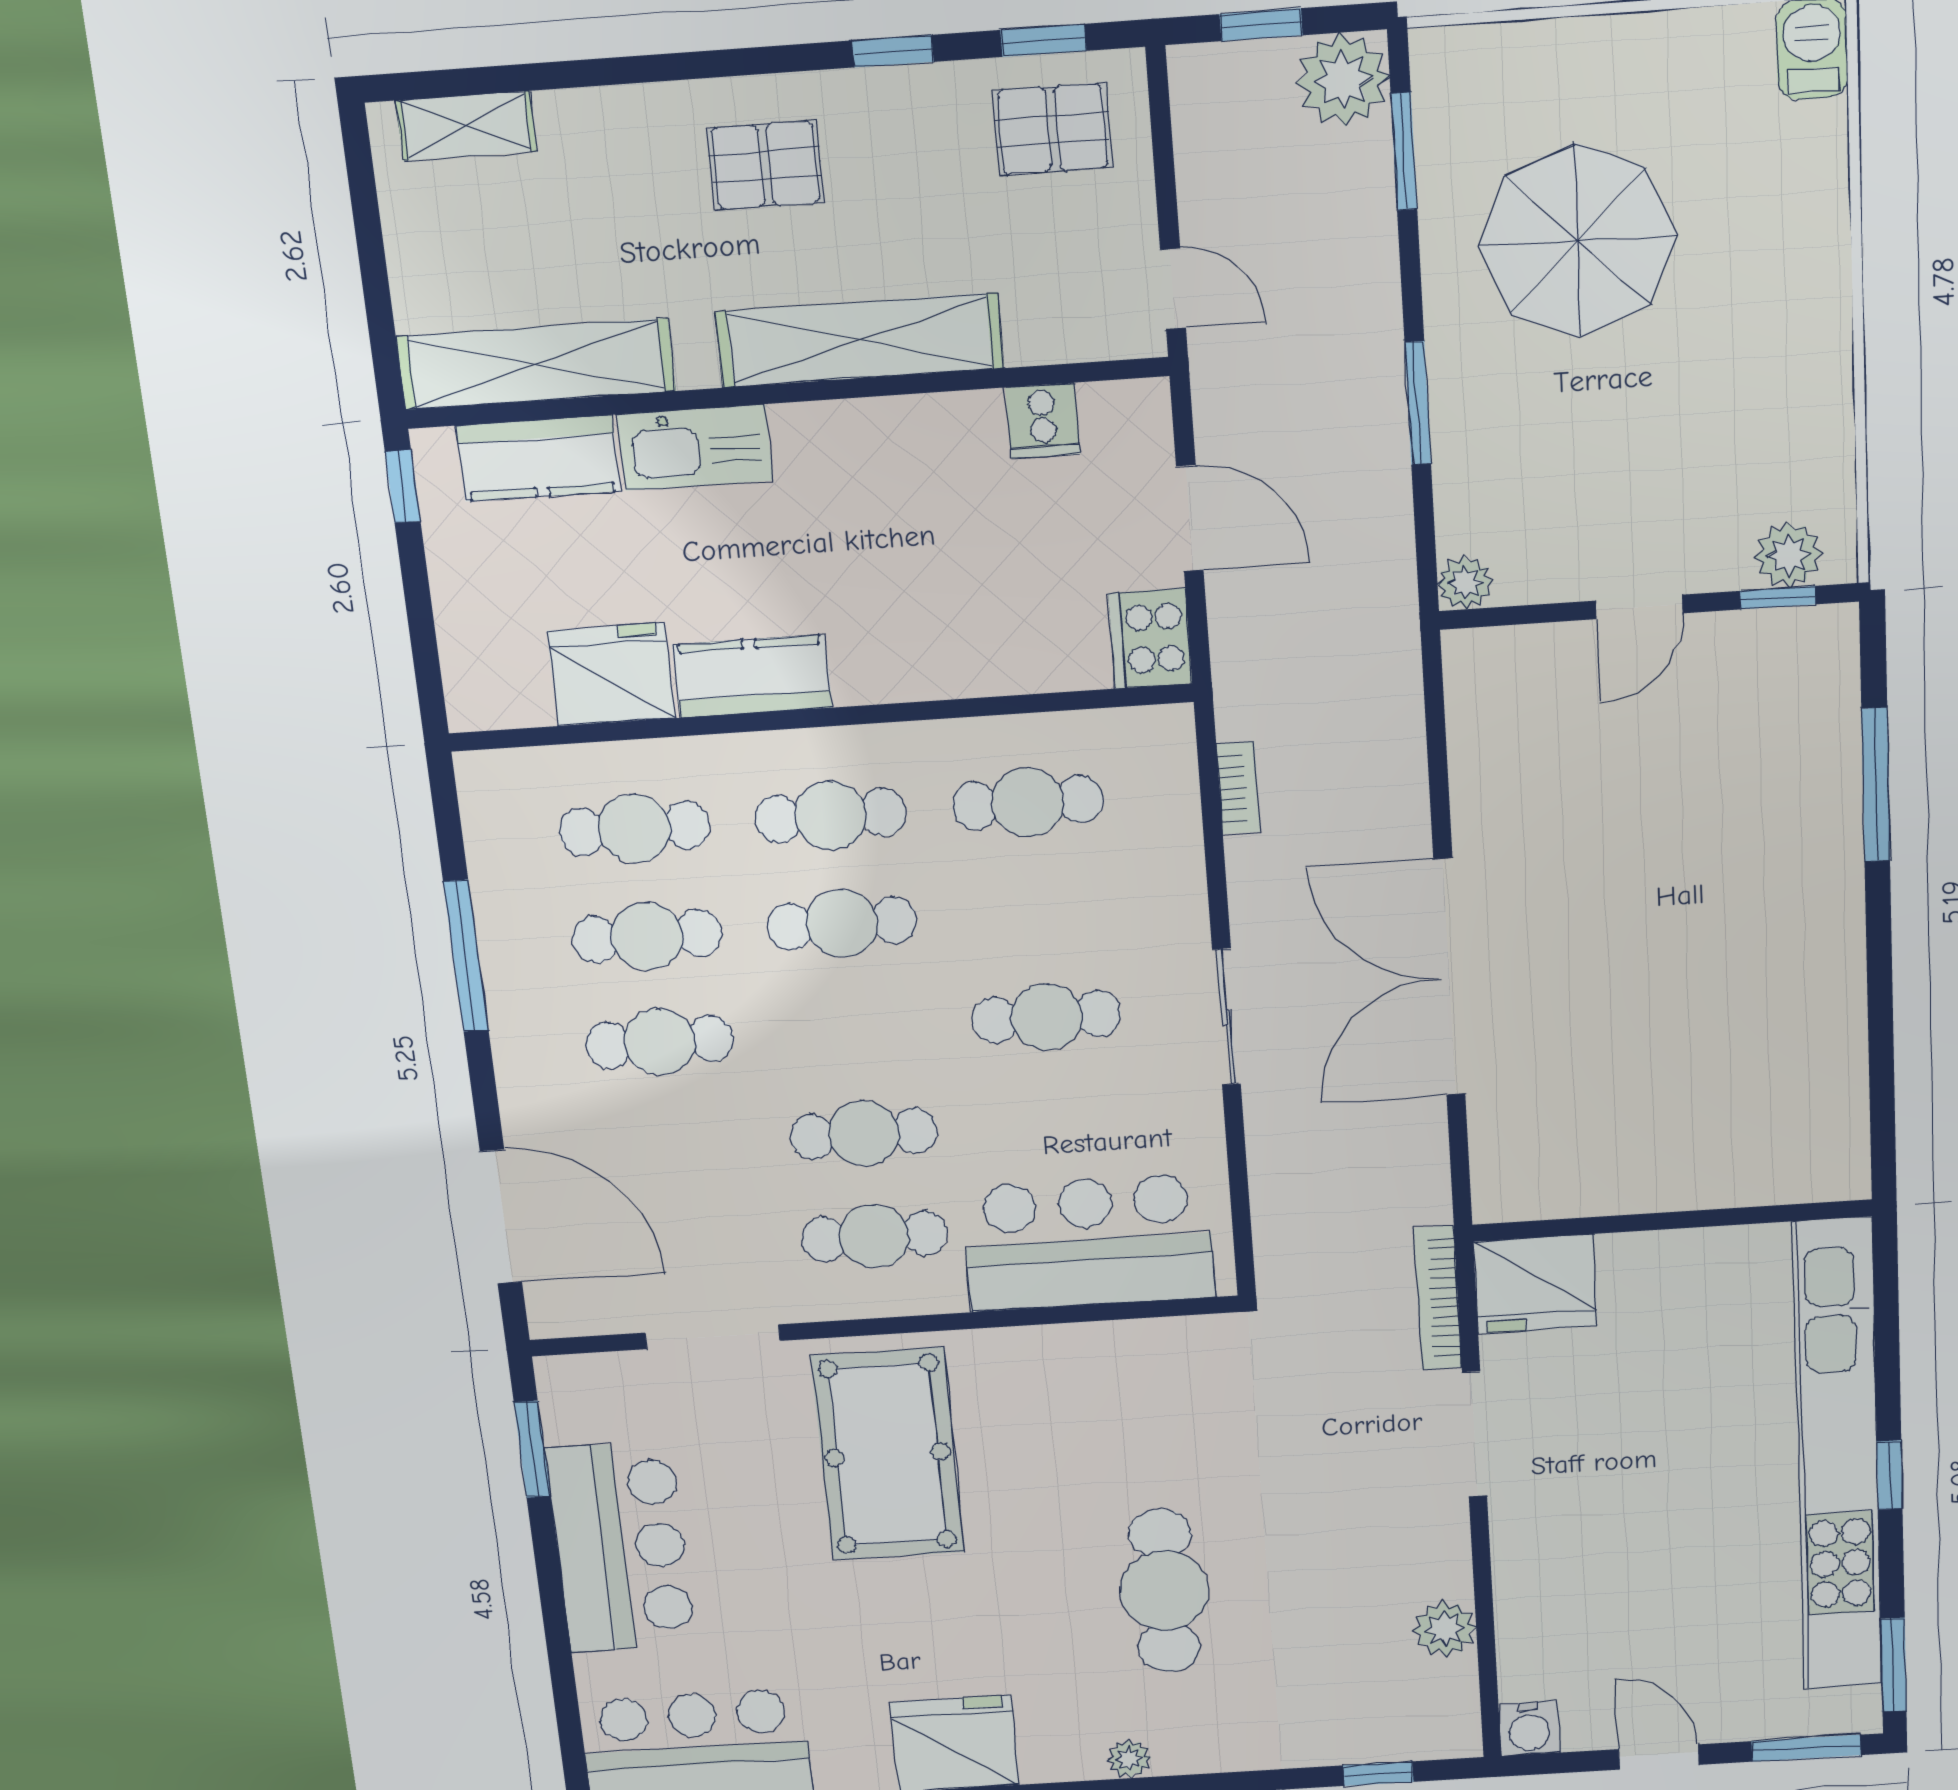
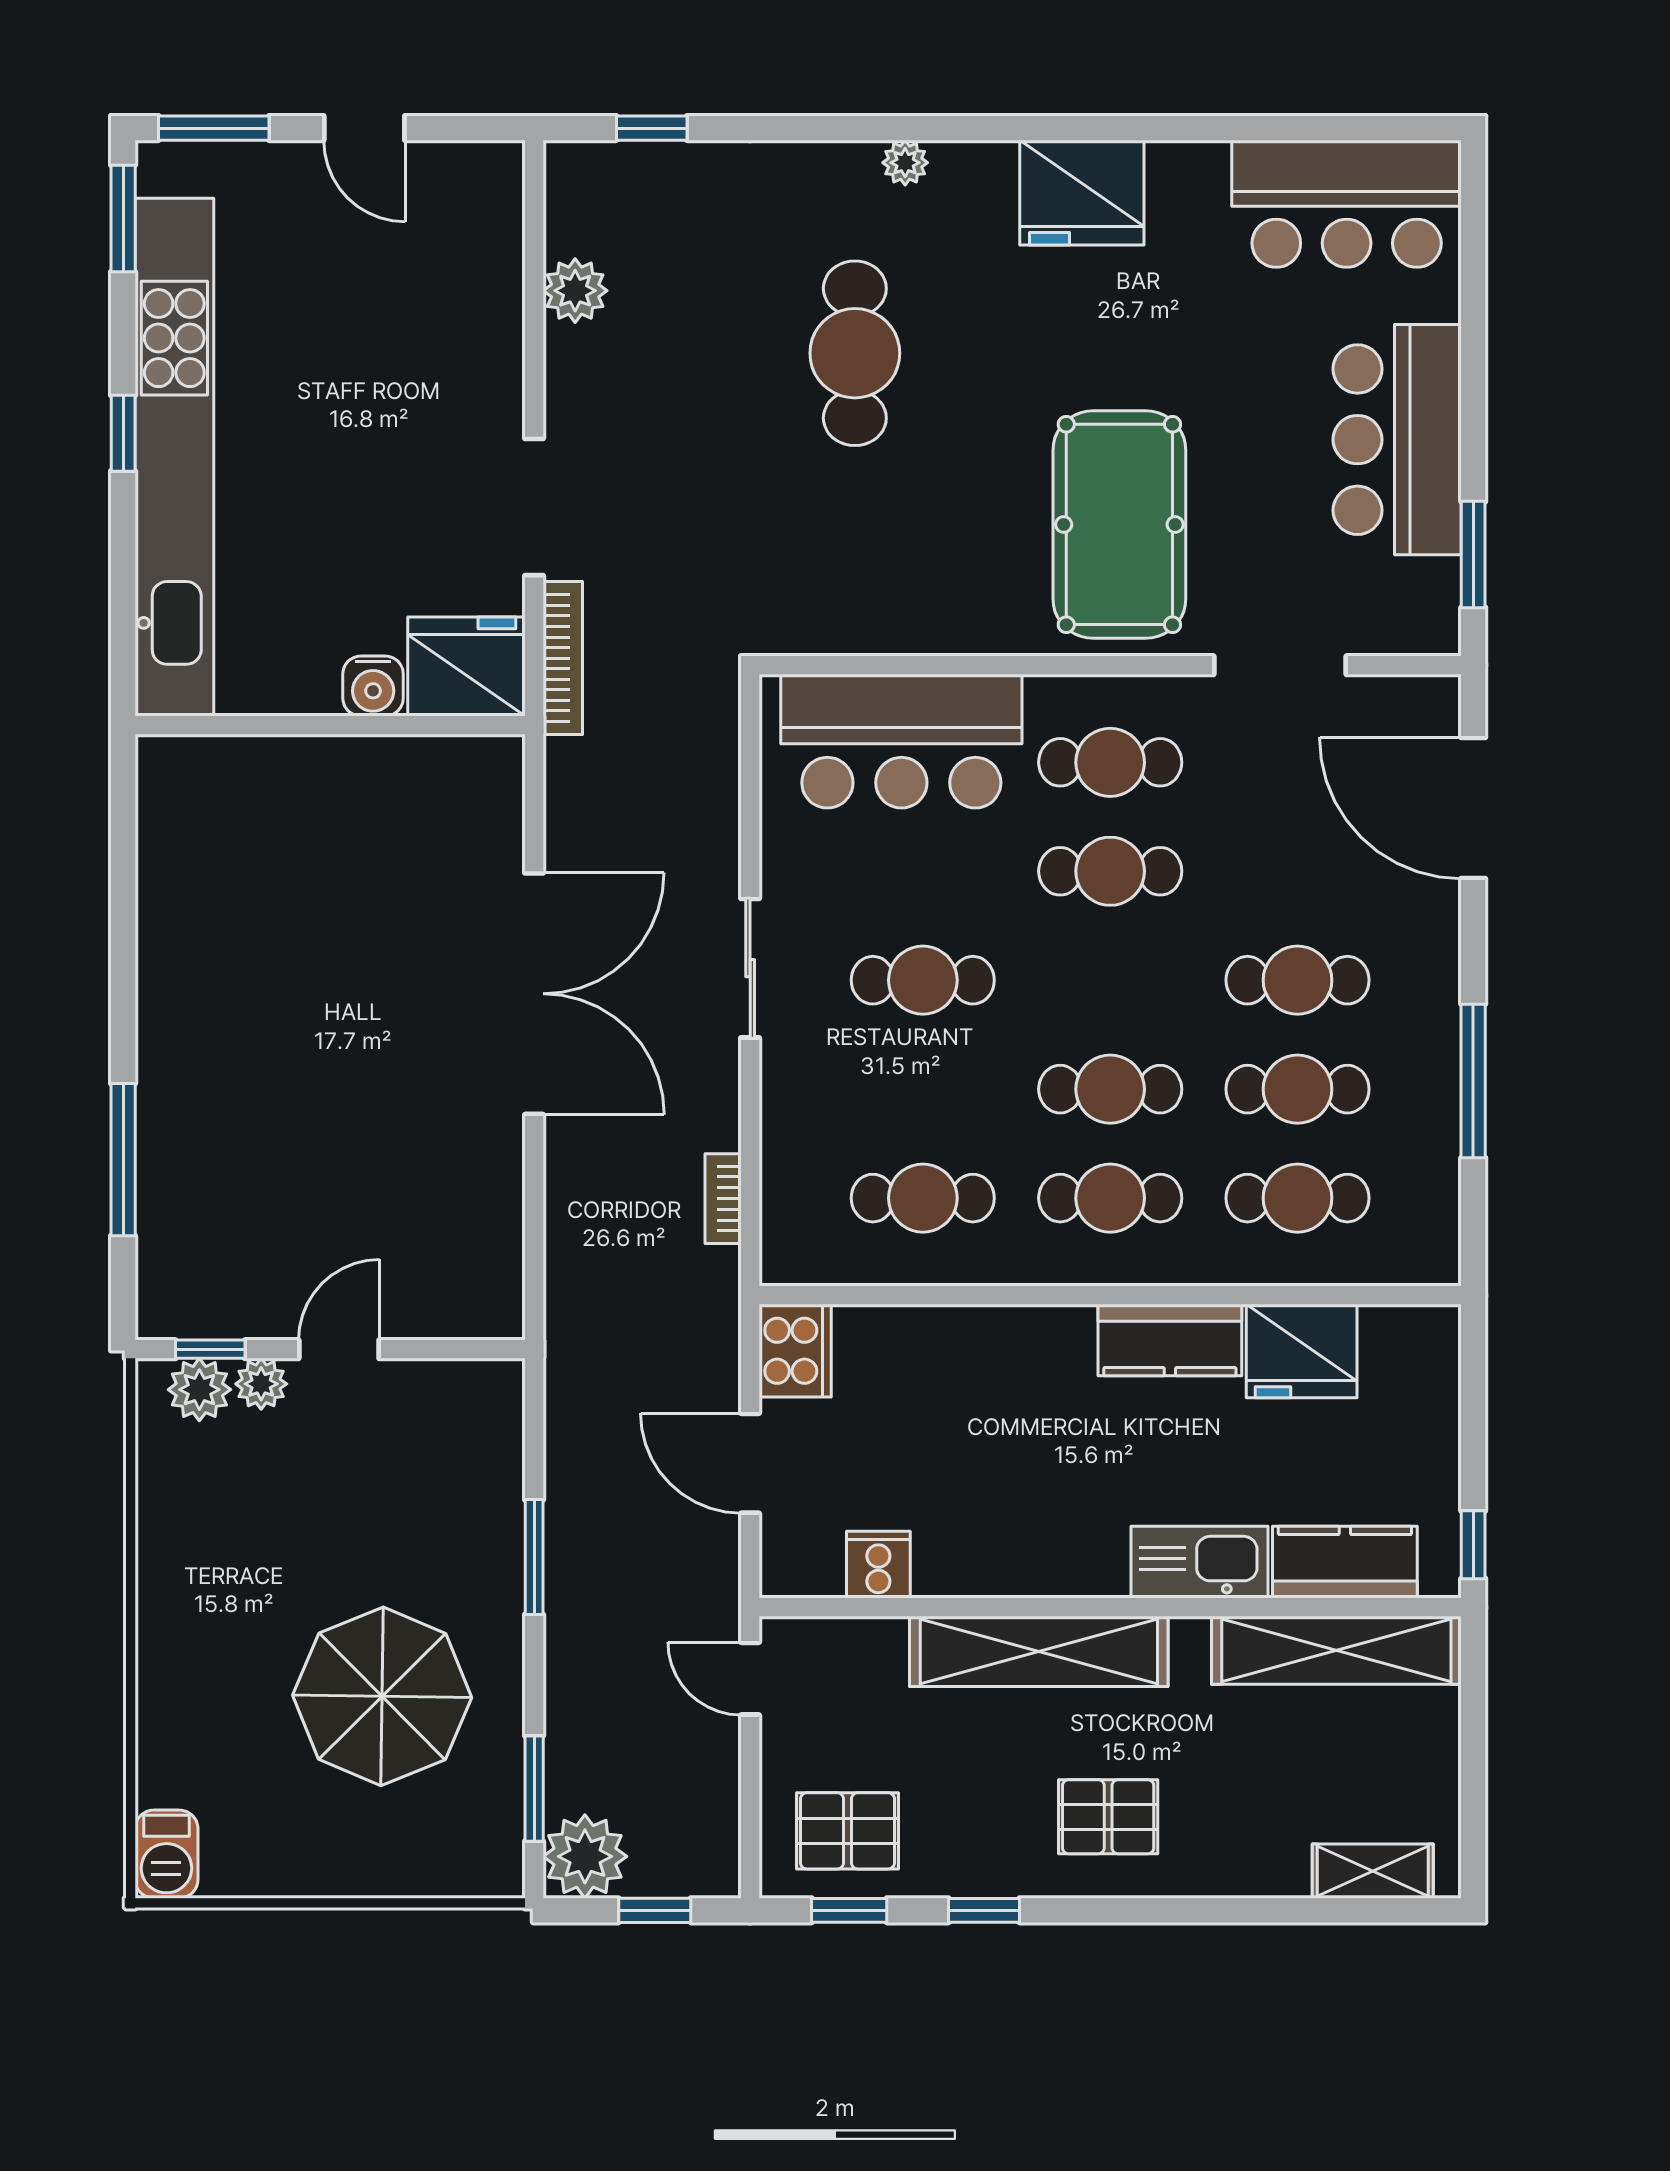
plant: (1465, 583) -> (261, 1384), moved
water cooler: (1529, 1728) -> (373, 686), moved, turned 180

